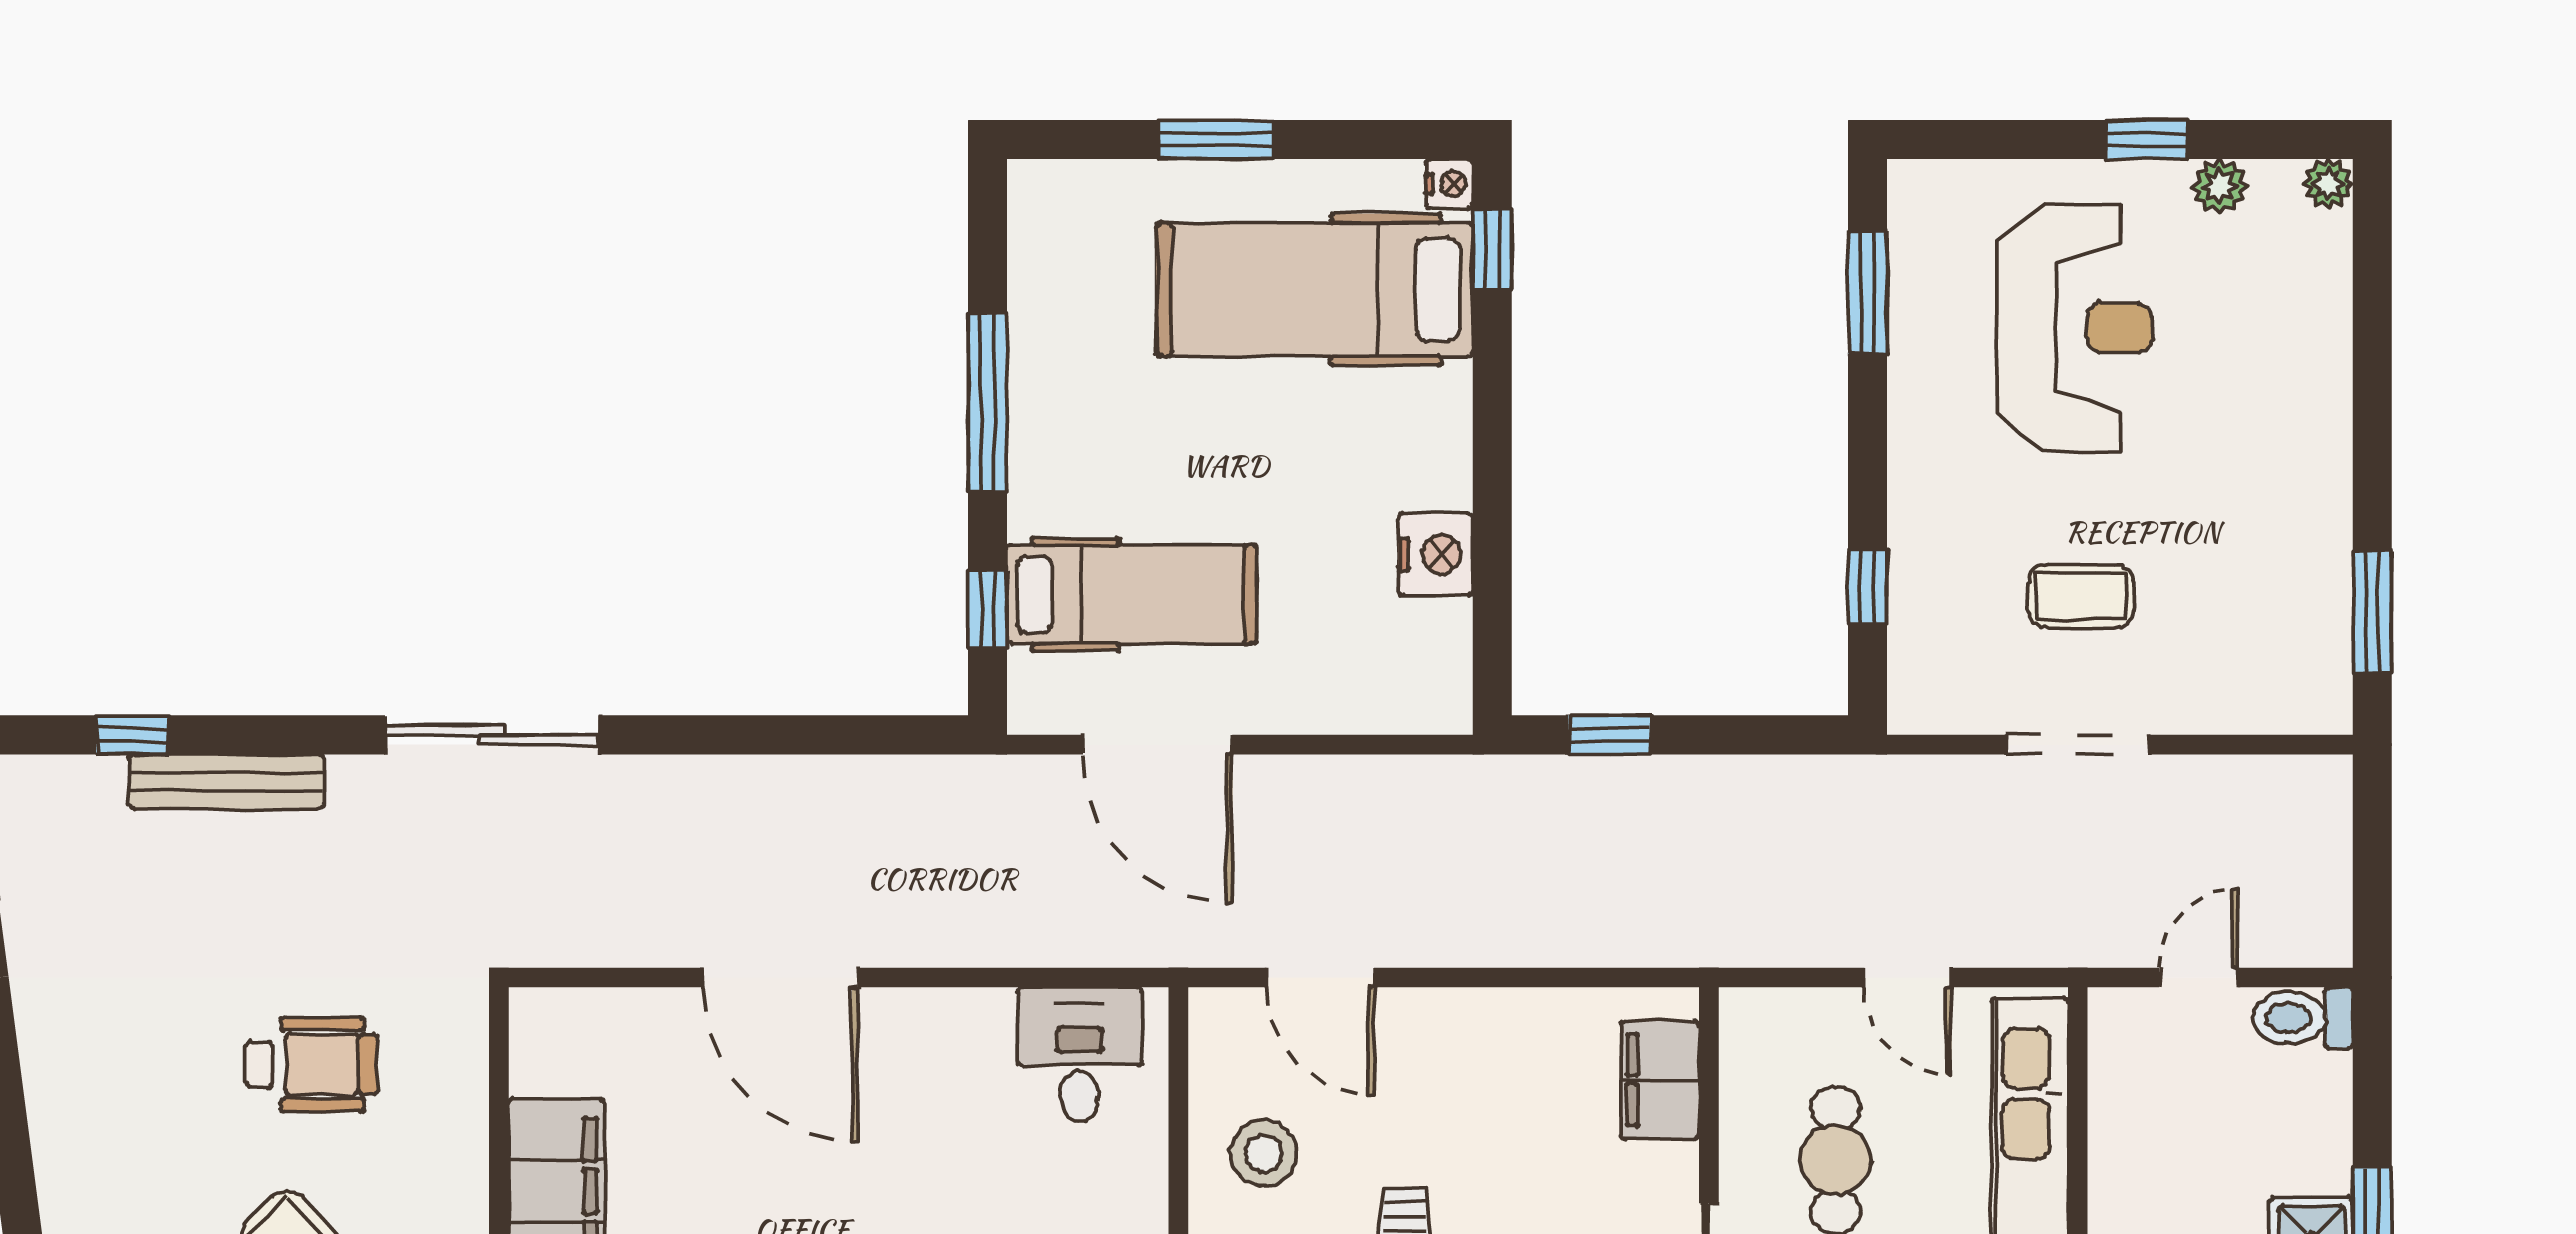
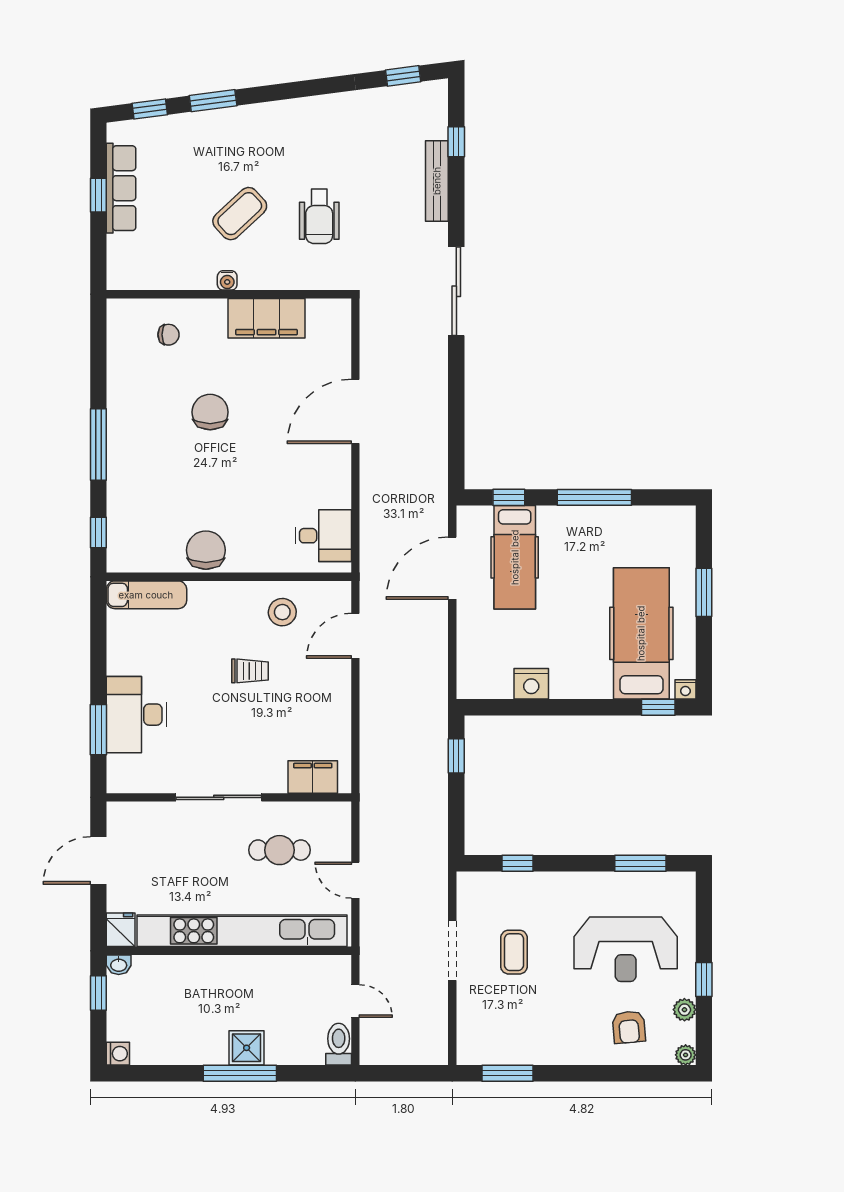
armchair: (2261, 320) -> (629, 1027), added
door: (1908, 977) -> (355, 880), hinge flipped

